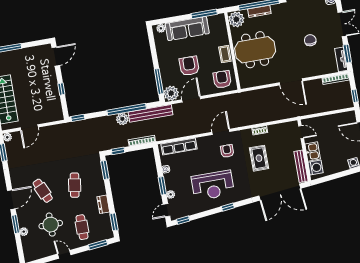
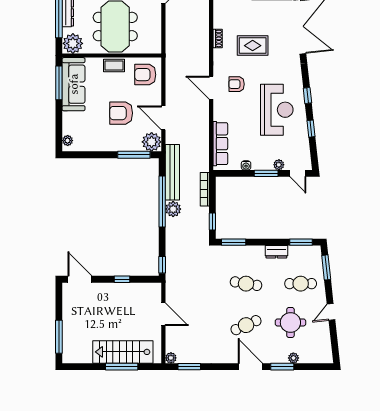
sofa: (187, 28) -> (74, 84), moved
door: (29, 127) -> (163, 314), moved
window: (183, 220) -> (311, 129), moved

